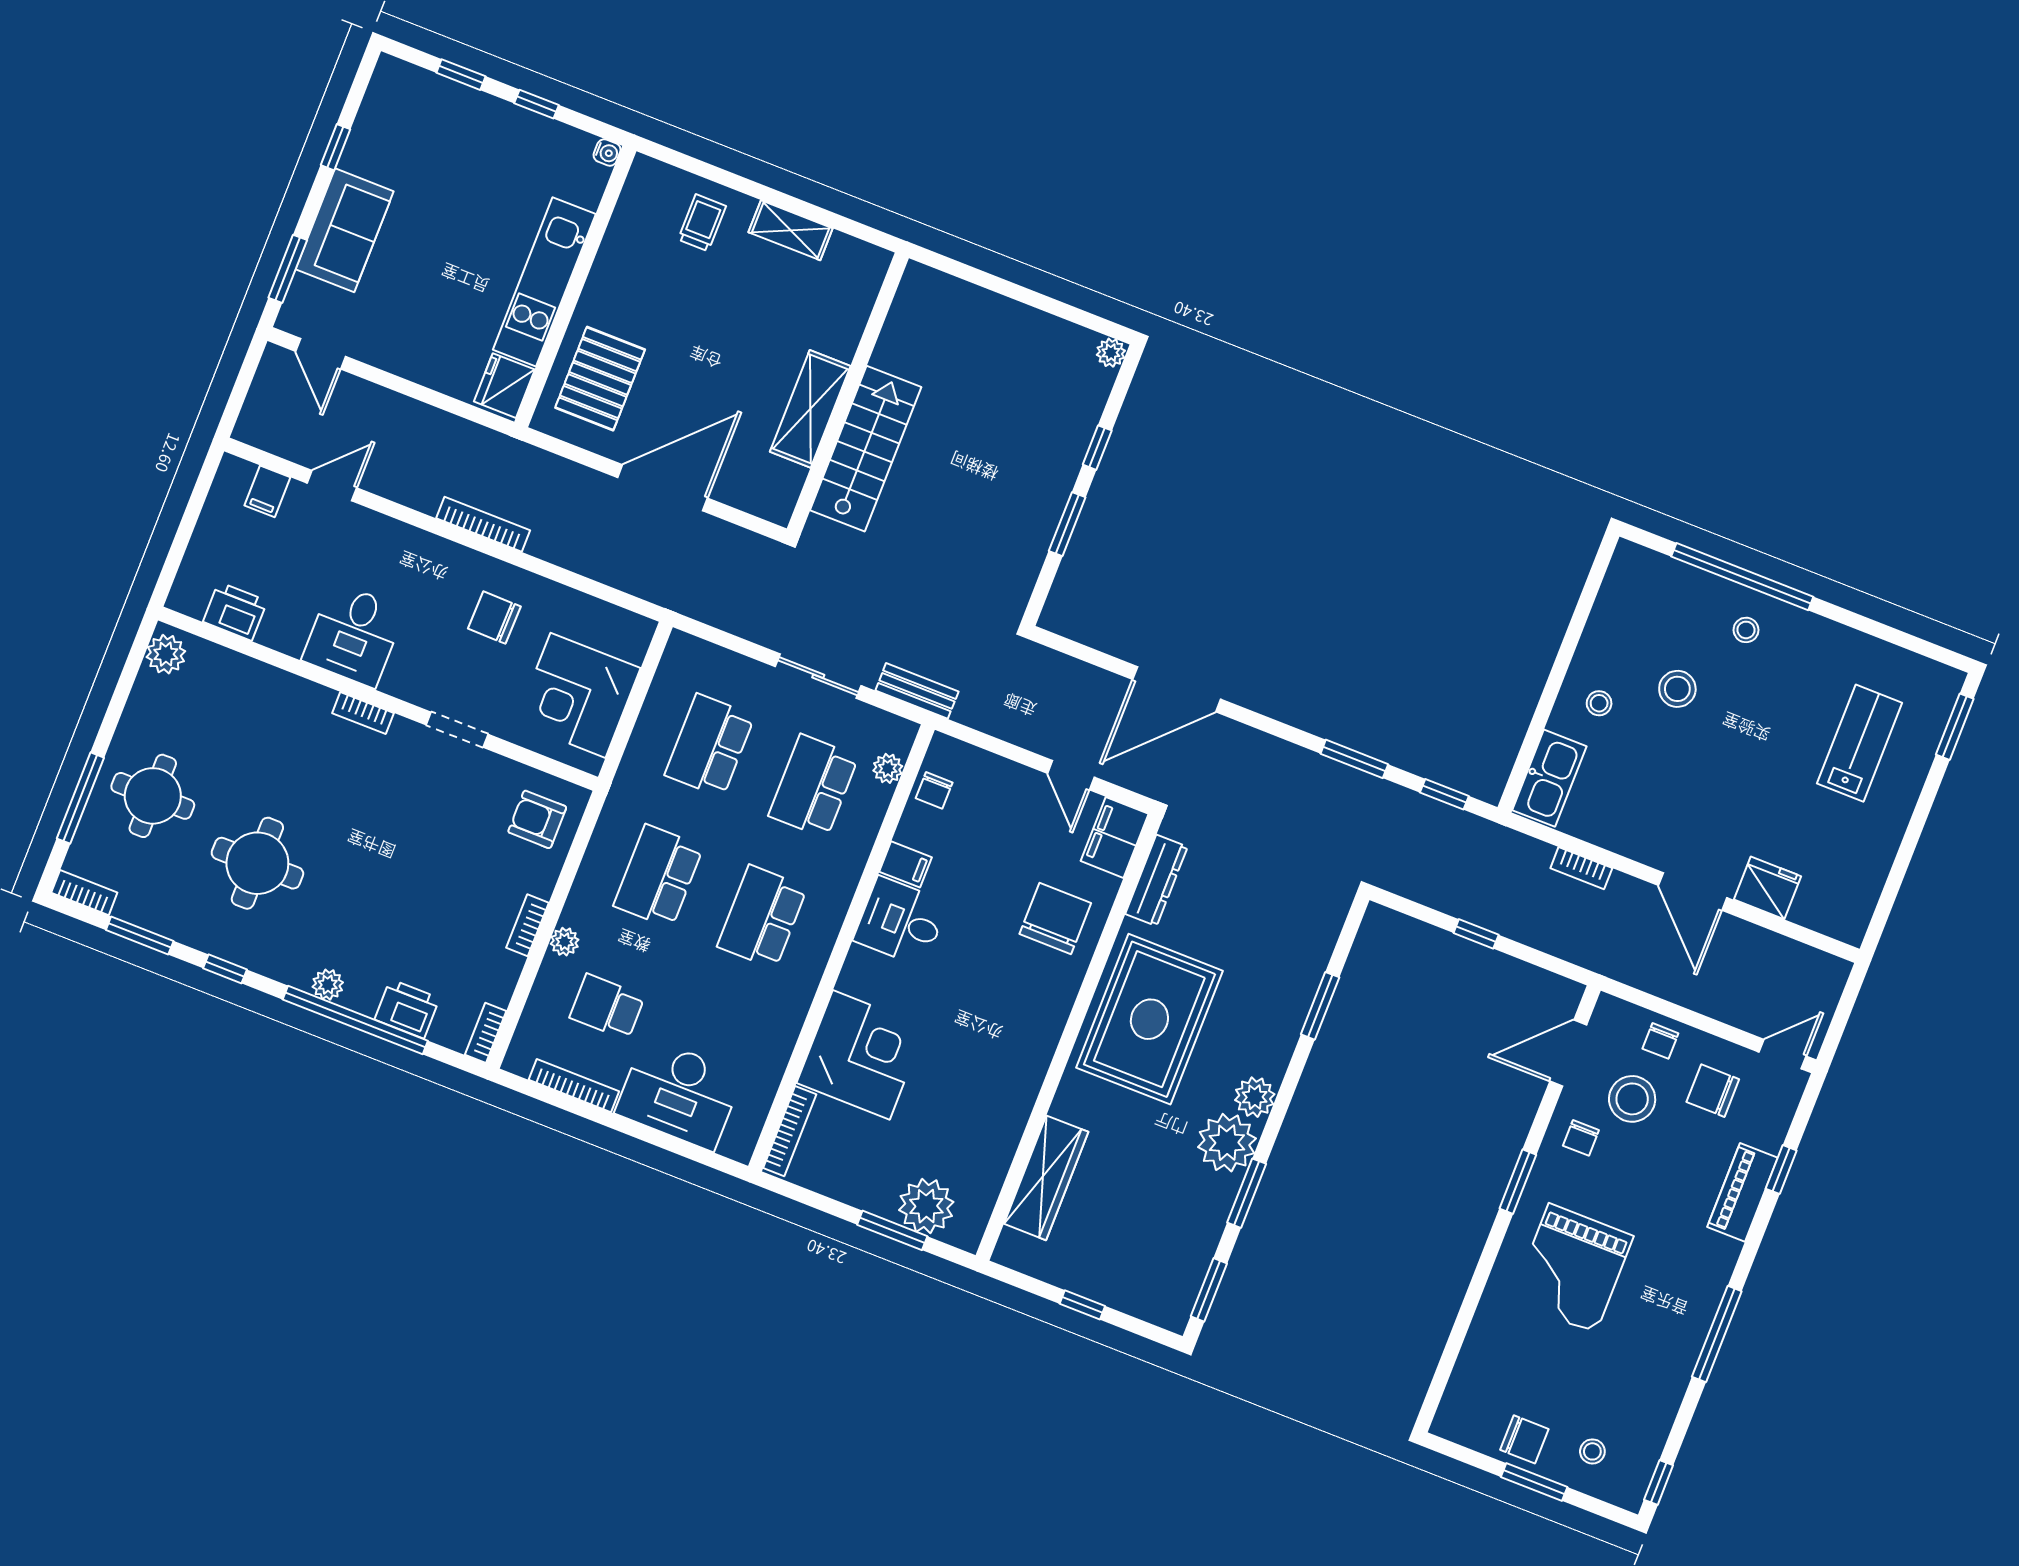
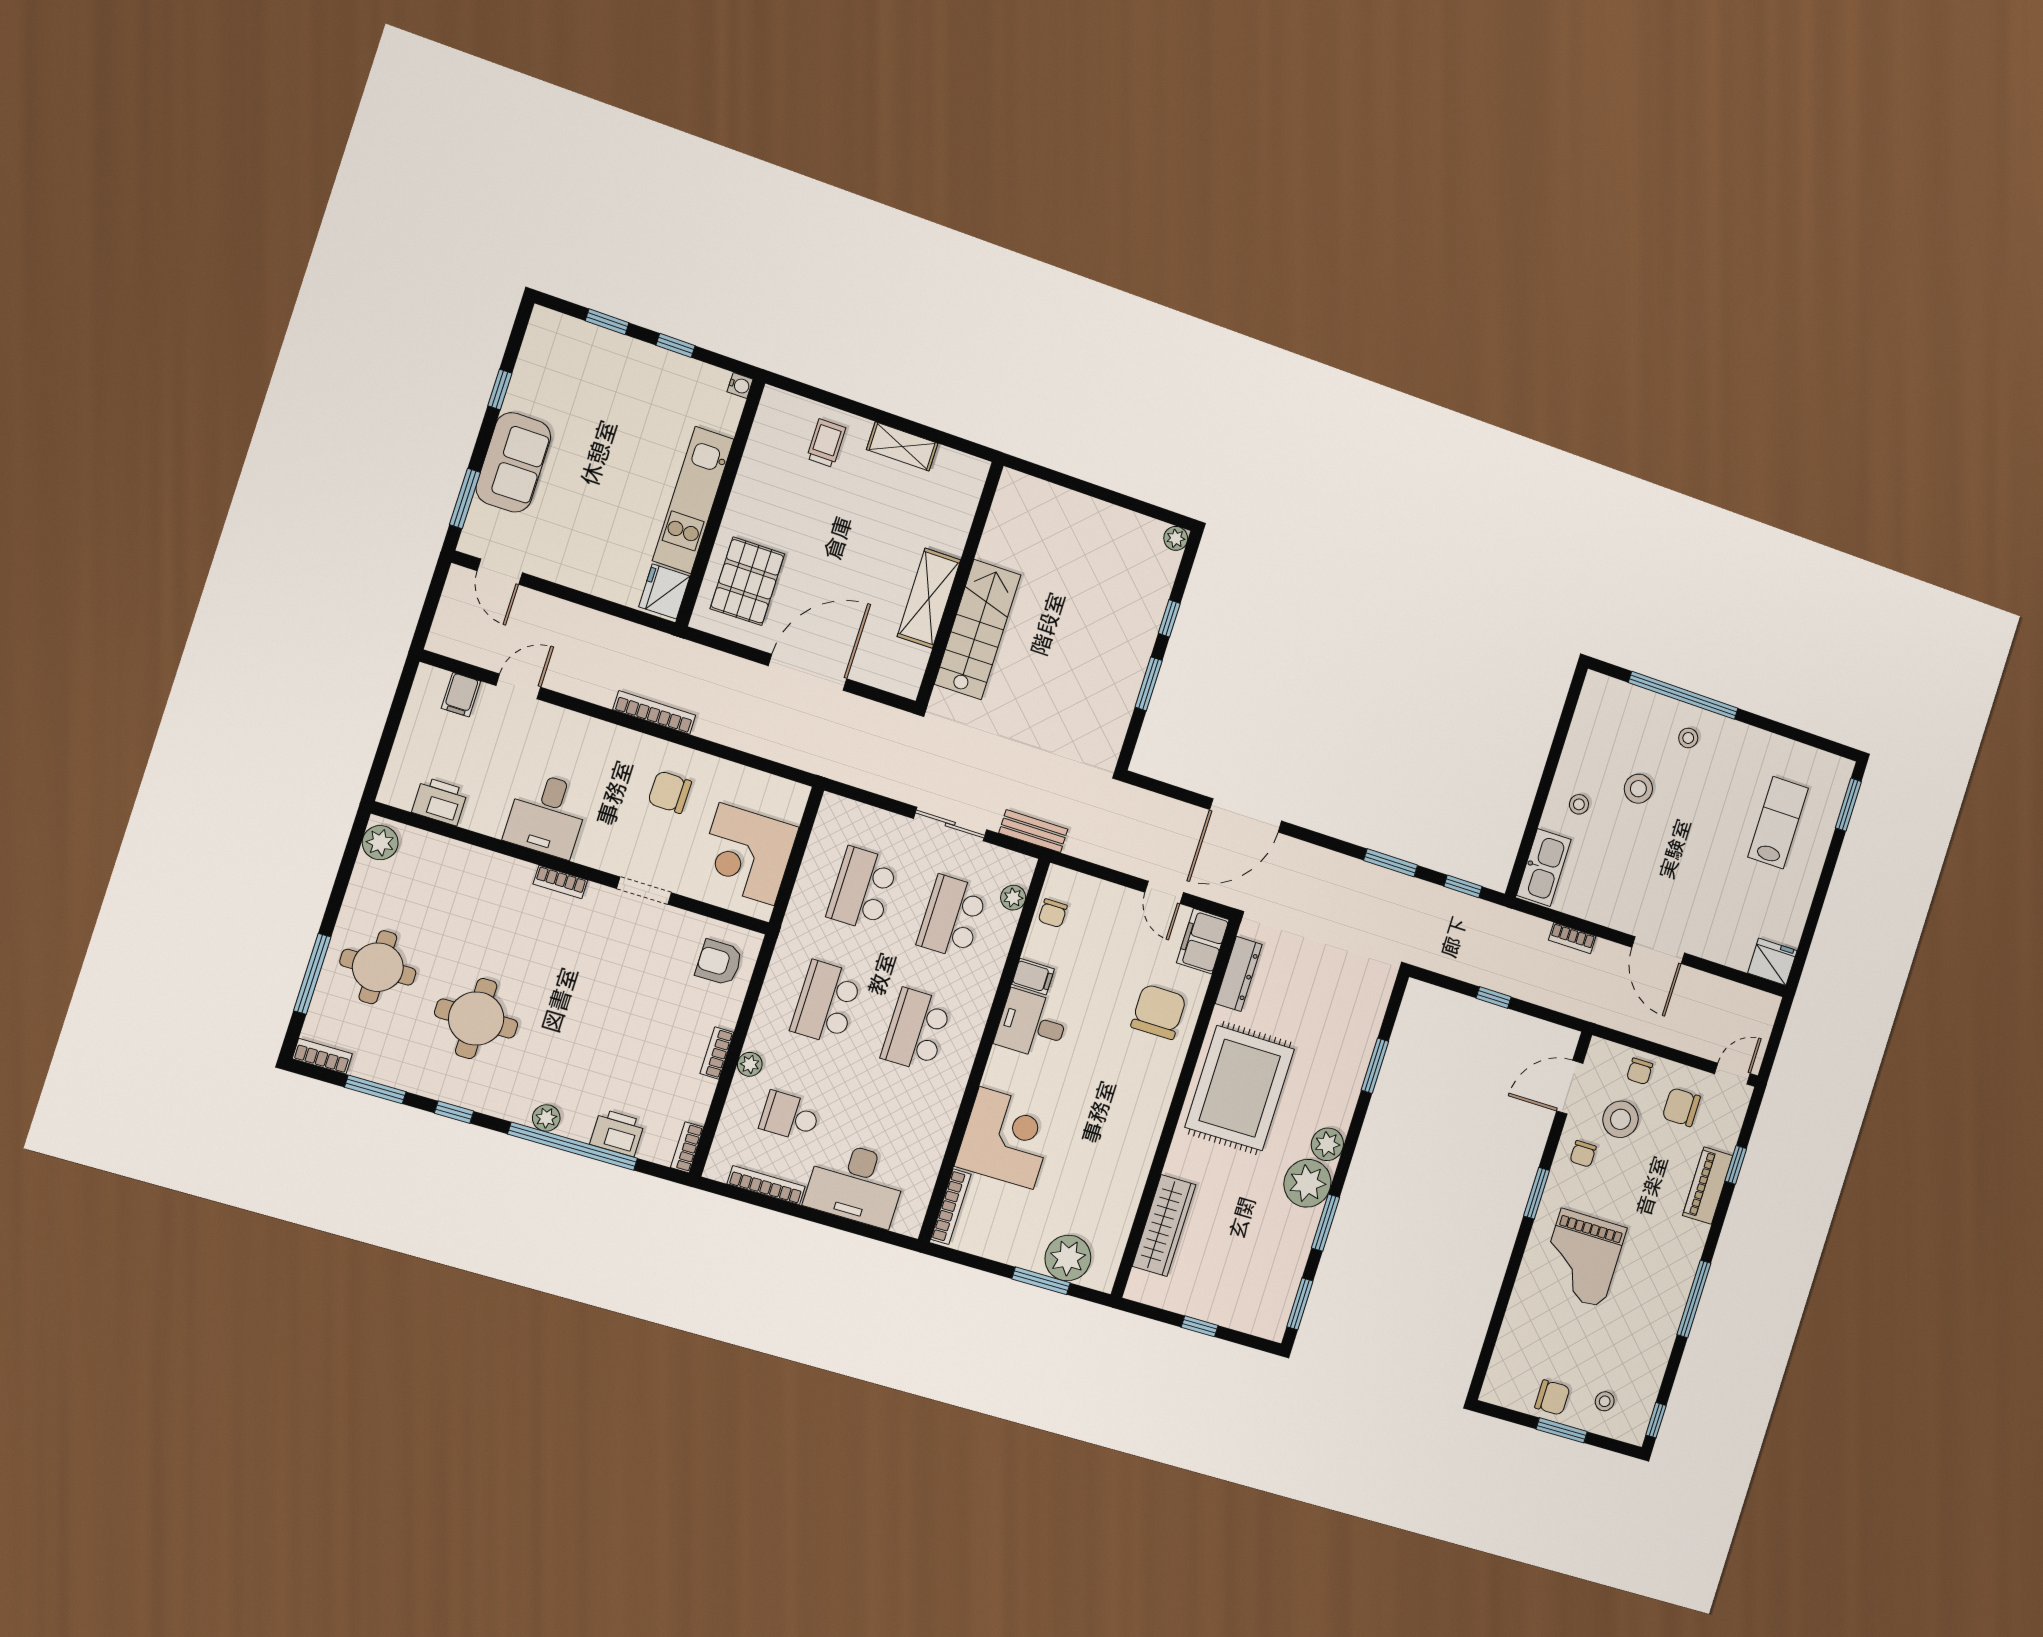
fridge: (1767, 888) -> (1772, 962), moved

